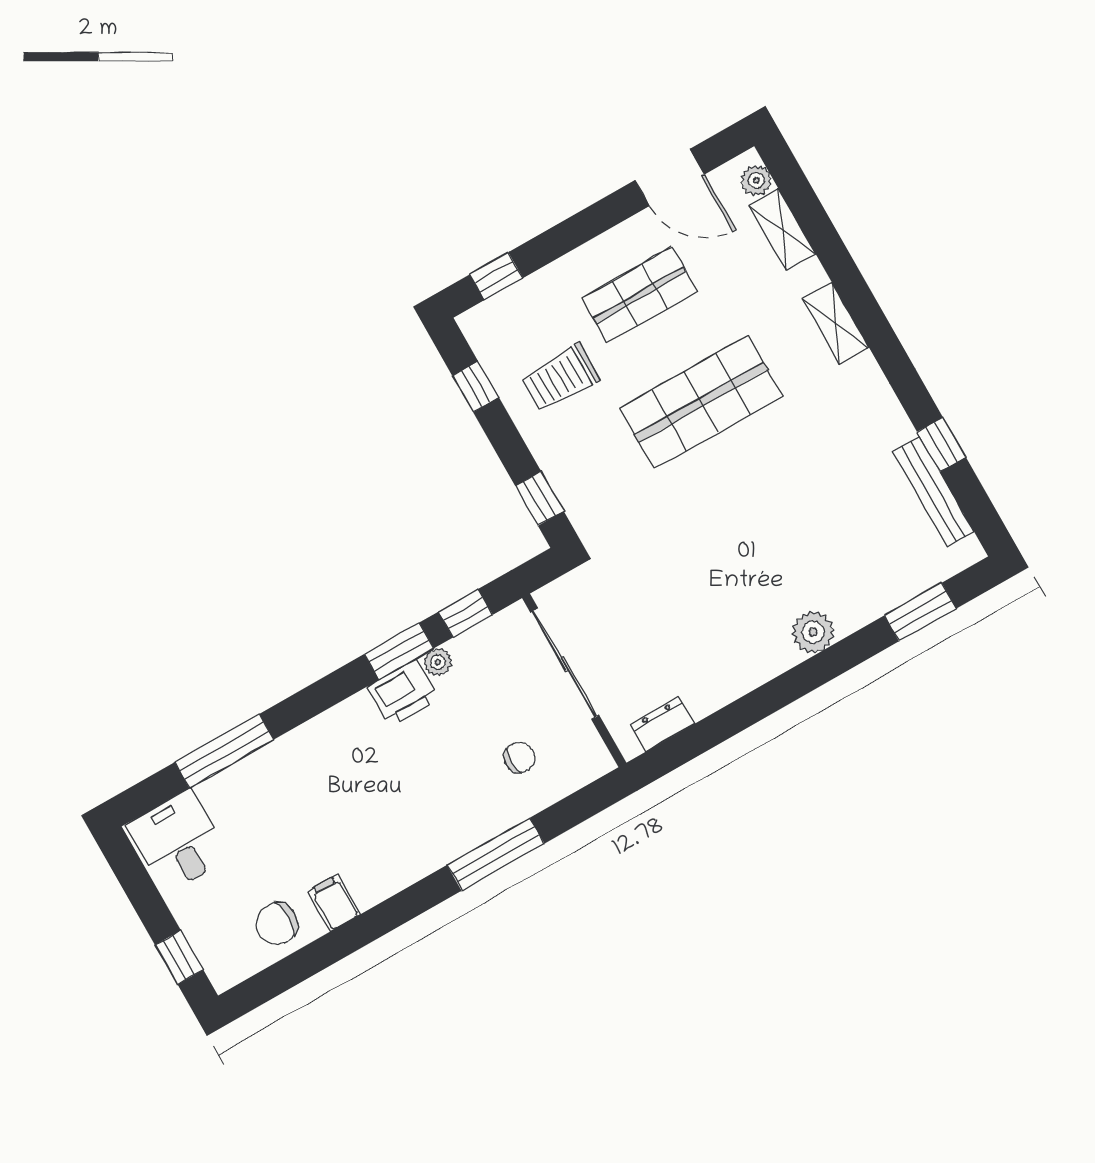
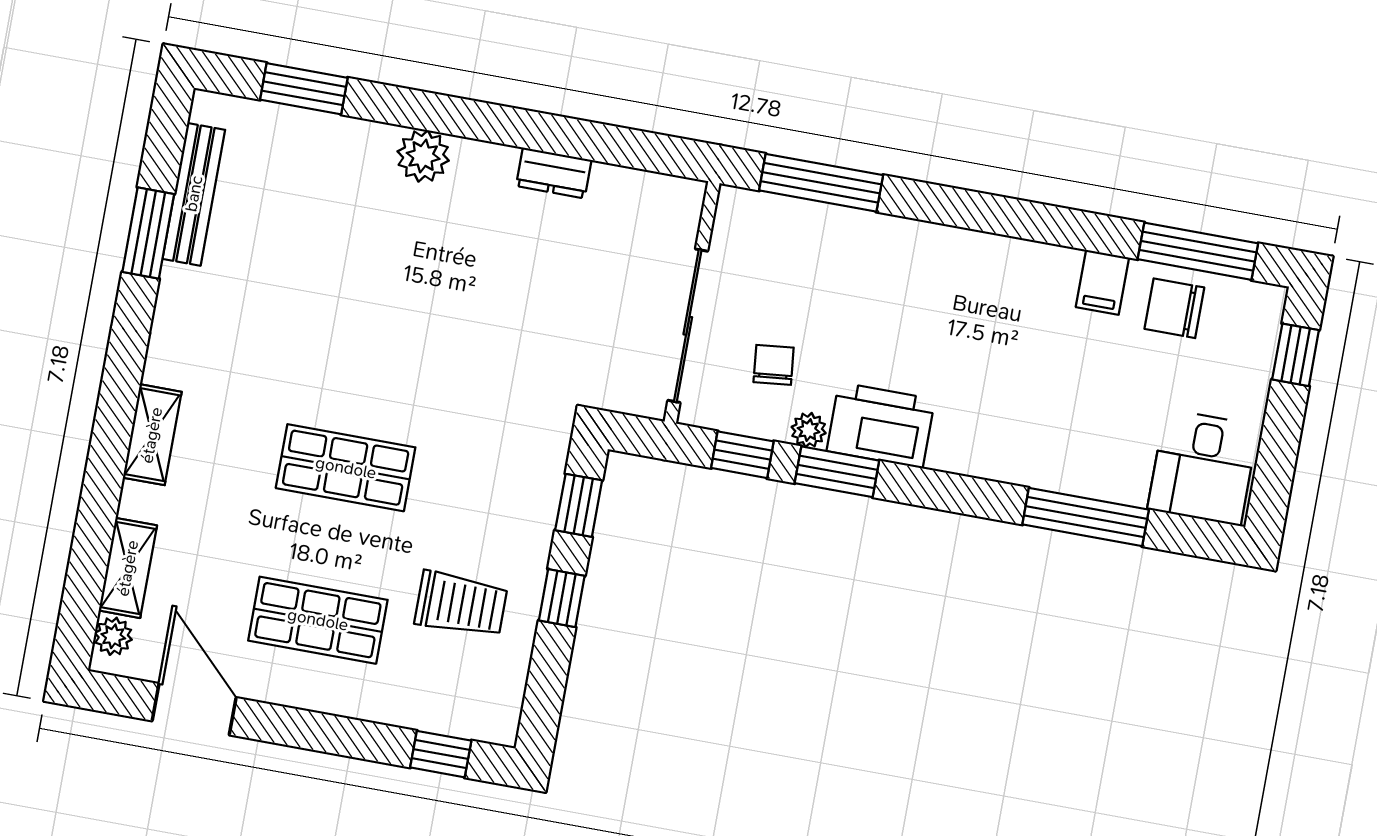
window: (476, 387) -> (562, 598), moved
shop shelf: (701, 402) -> (346, 468), width x0.70, depth x0.74
window: (941, 444) -> (148, 233), width x1.50
printer: (403, 693) -> (881, 425), width x1.37, depth x1.19
dresser: (662, 724) -> (554, 173), moved
chair: (519, 757) -> (774, 365), moved, turned 84
window: (496, 854) -> (821, 183), moved
chair: (277, 924) -> (1174, 308), turned 180
window: (292, 971) -> (1198, 251), added

